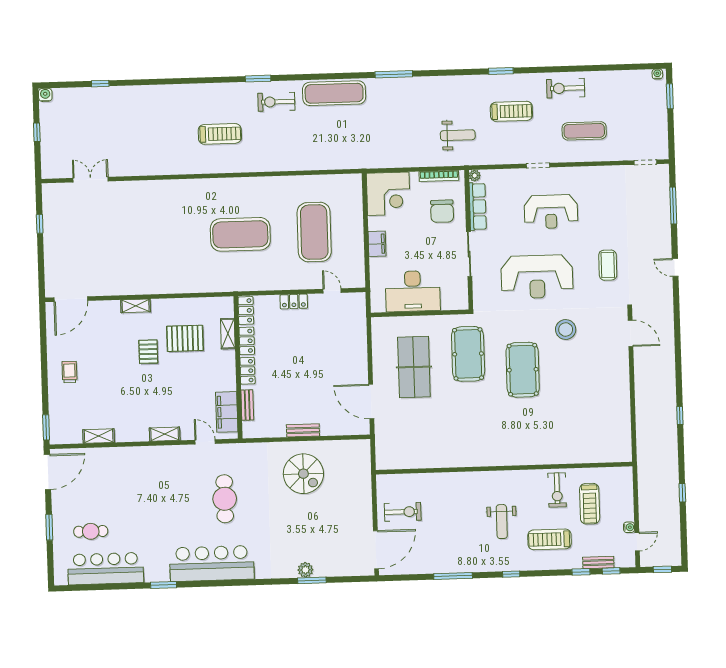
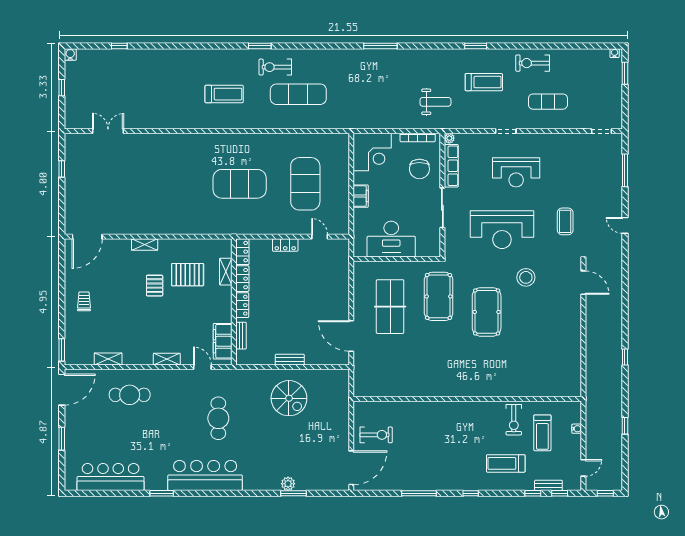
exercise mat: (334, 93) -> (298, 94), moved
weight bench: (502, 522) -> (464, 446), removed
water cooler: (629, 527) -> (577, 429), moved
cafe table: (91, 531) -> (130, 395), moved, width x1.37, depth x1.35

